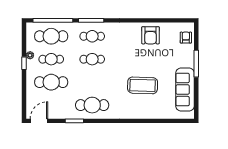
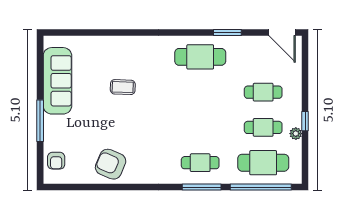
armchair: (150, 35) -> (111, 164), turned -67
cafe table: (92, 59) -> (200, 127), removed
cafe table: (51, 82) -> (263, 92), width x0.73, depth x0.74
coffee table: (143, 85) -> (123, 87), width x0.54, depth x0.58
door: (39, 121) -> (282, 33), hinge flipped

